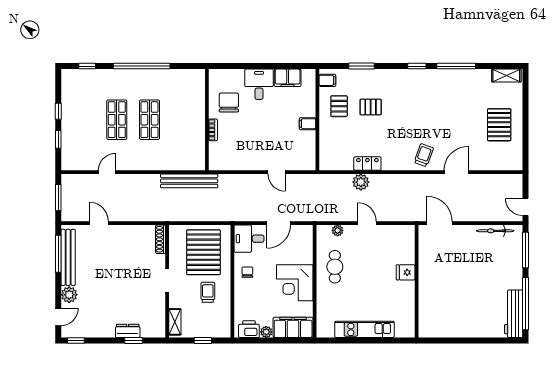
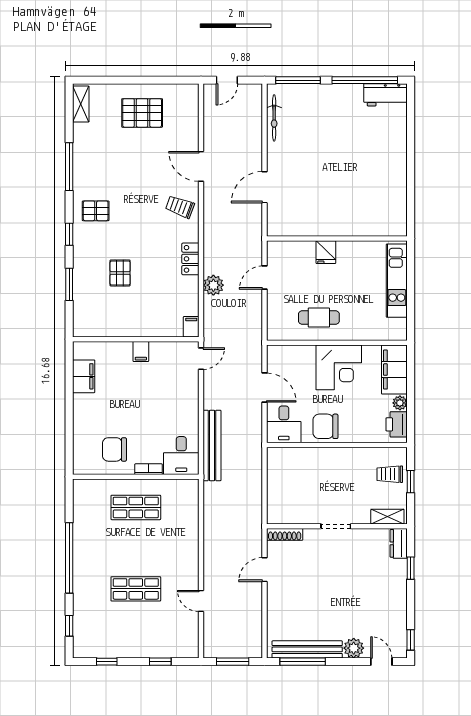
window: (417, 66) -> (69, 234), moved
filing cabinet: (327, 80) -> (191, 327), moved
desk: (259, 84) -> (181, 456), moved, turned -90
pallet: (339, 106) -> (96, 211), moved
window: (58, 111) -> (107, 662), moved
shop shelf: (150, 120) -> (136, 507), moved
locker: (367, 164) -> (190, 259), moved
door: (277, 172) -> (201, 359), moved
bench: (189, 181) -> (212, 445), moved
door: (526, 207) -> (227, 80), moved
door: (99, 223) -> (265, 570), moved
plant: (338, 230) -> (274, 314), removed
pallet: (203, 252) -> (301, 481), removed
chair: (247, 272) -> (326, 426), width x1.87, depth x1.87
fridge: (406, 272) -> (326, 252), moved
wall: (417, 281) -> (337, 239), moved
trolley: (208, 292) -> (390, 474), moved
workbench: (514, 314) -> (386, 95), width x0.73
dresser: (128, 331) -> (399, 543), moved

